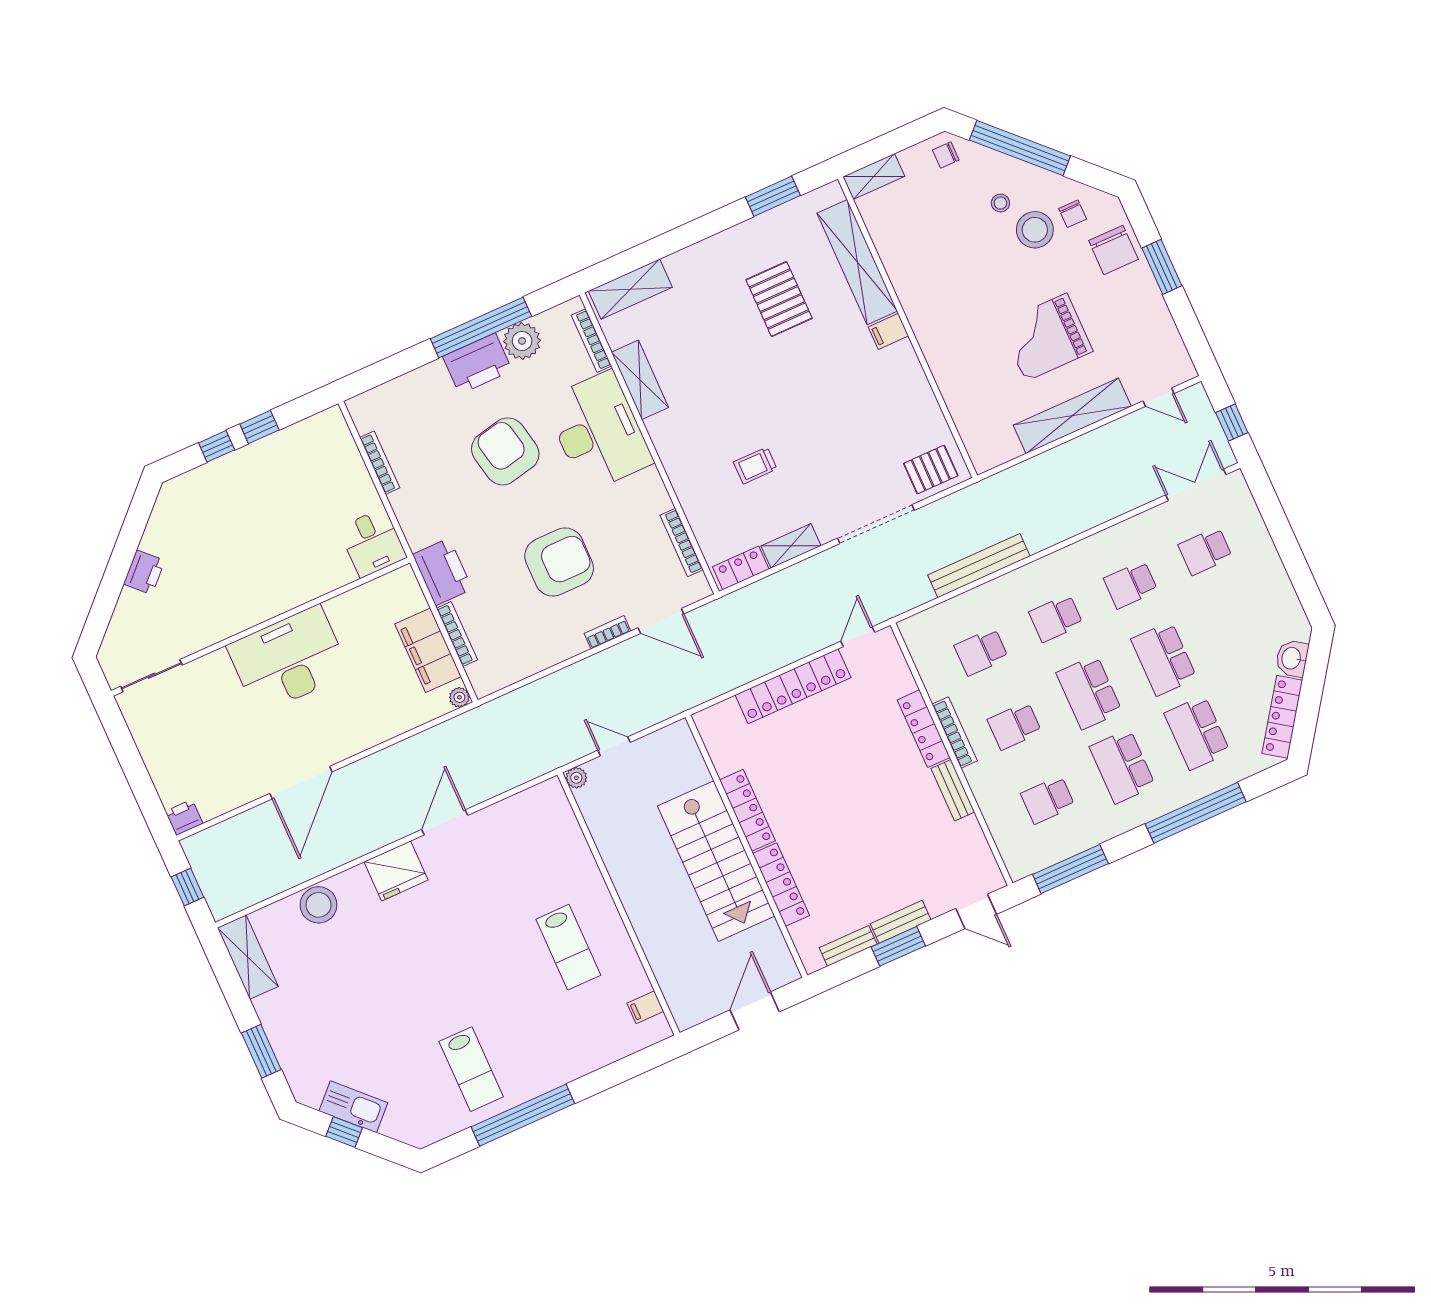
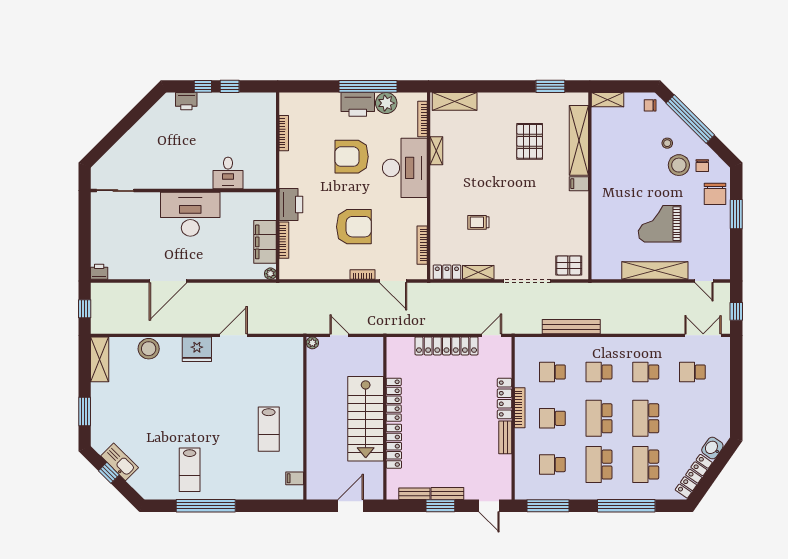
shelving: (640, 380) -> (436, 151), width x0.67, depth x0.75
armchair: (505, 451) -> (352, 157), turned -78
desk: (373, 543) -> (228, 173), moved
printer: (144, 572) -> (186, 101), moved, turned 45

